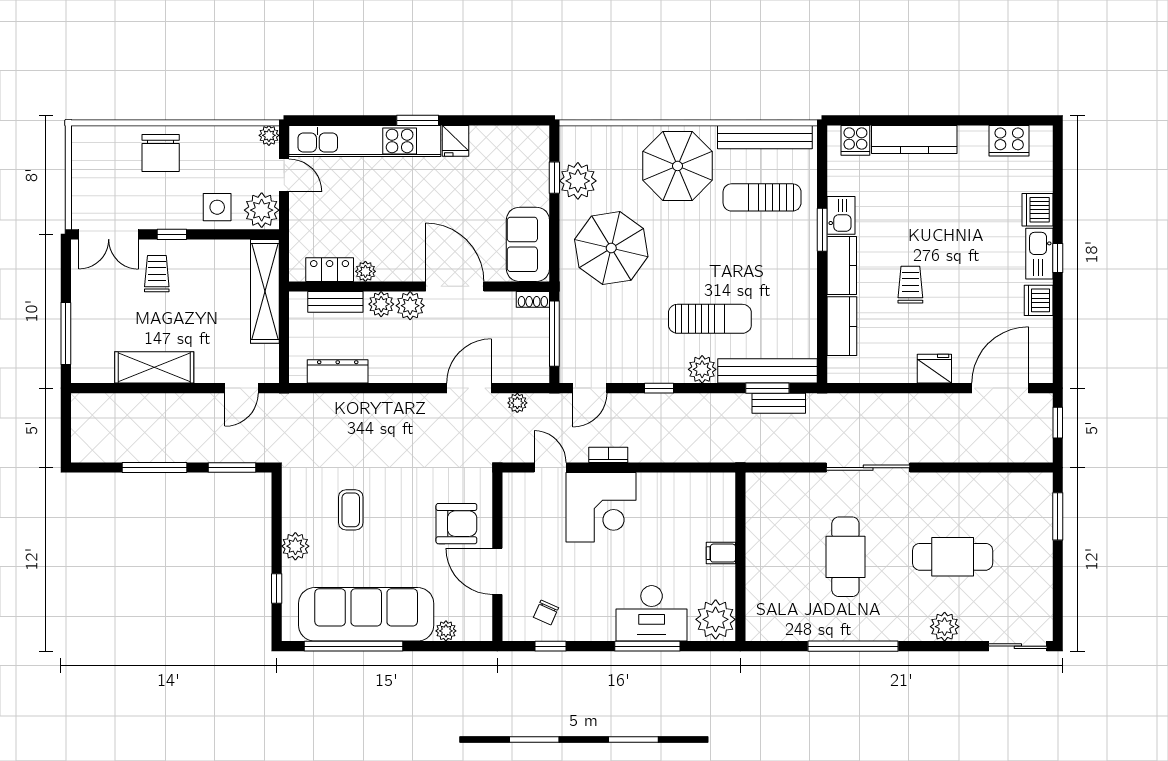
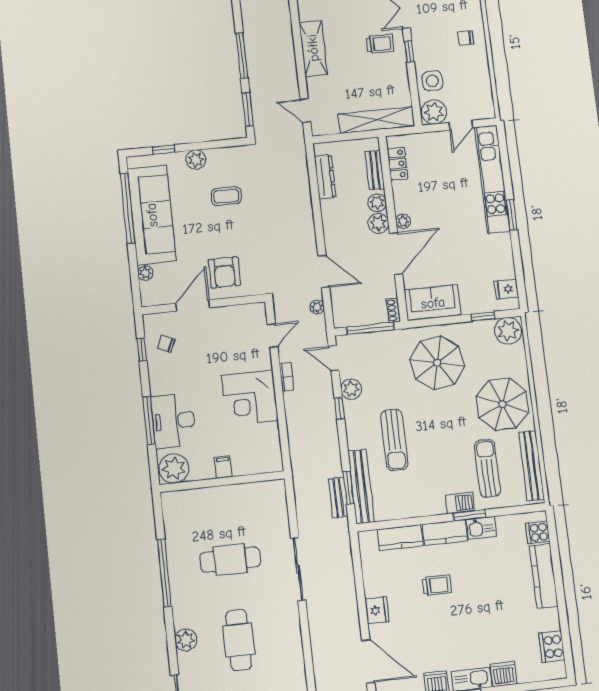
plant: (269, 135) -> (488, 112), removed
fridge: (456, 141) -> (506, 289), moved
chair: (161, 153) -> (466, 38), width x0.54, depth x0.54
plant: (578, 181) -> (508, 331), moved
barbecue: (804, 240) -> (460, 503), added
plant: (365, 271) -> (403, 221), moved
plant: (702, 369) -> (351, 389), moved
corner desk: (601, 507) -> (250, 398), moved

